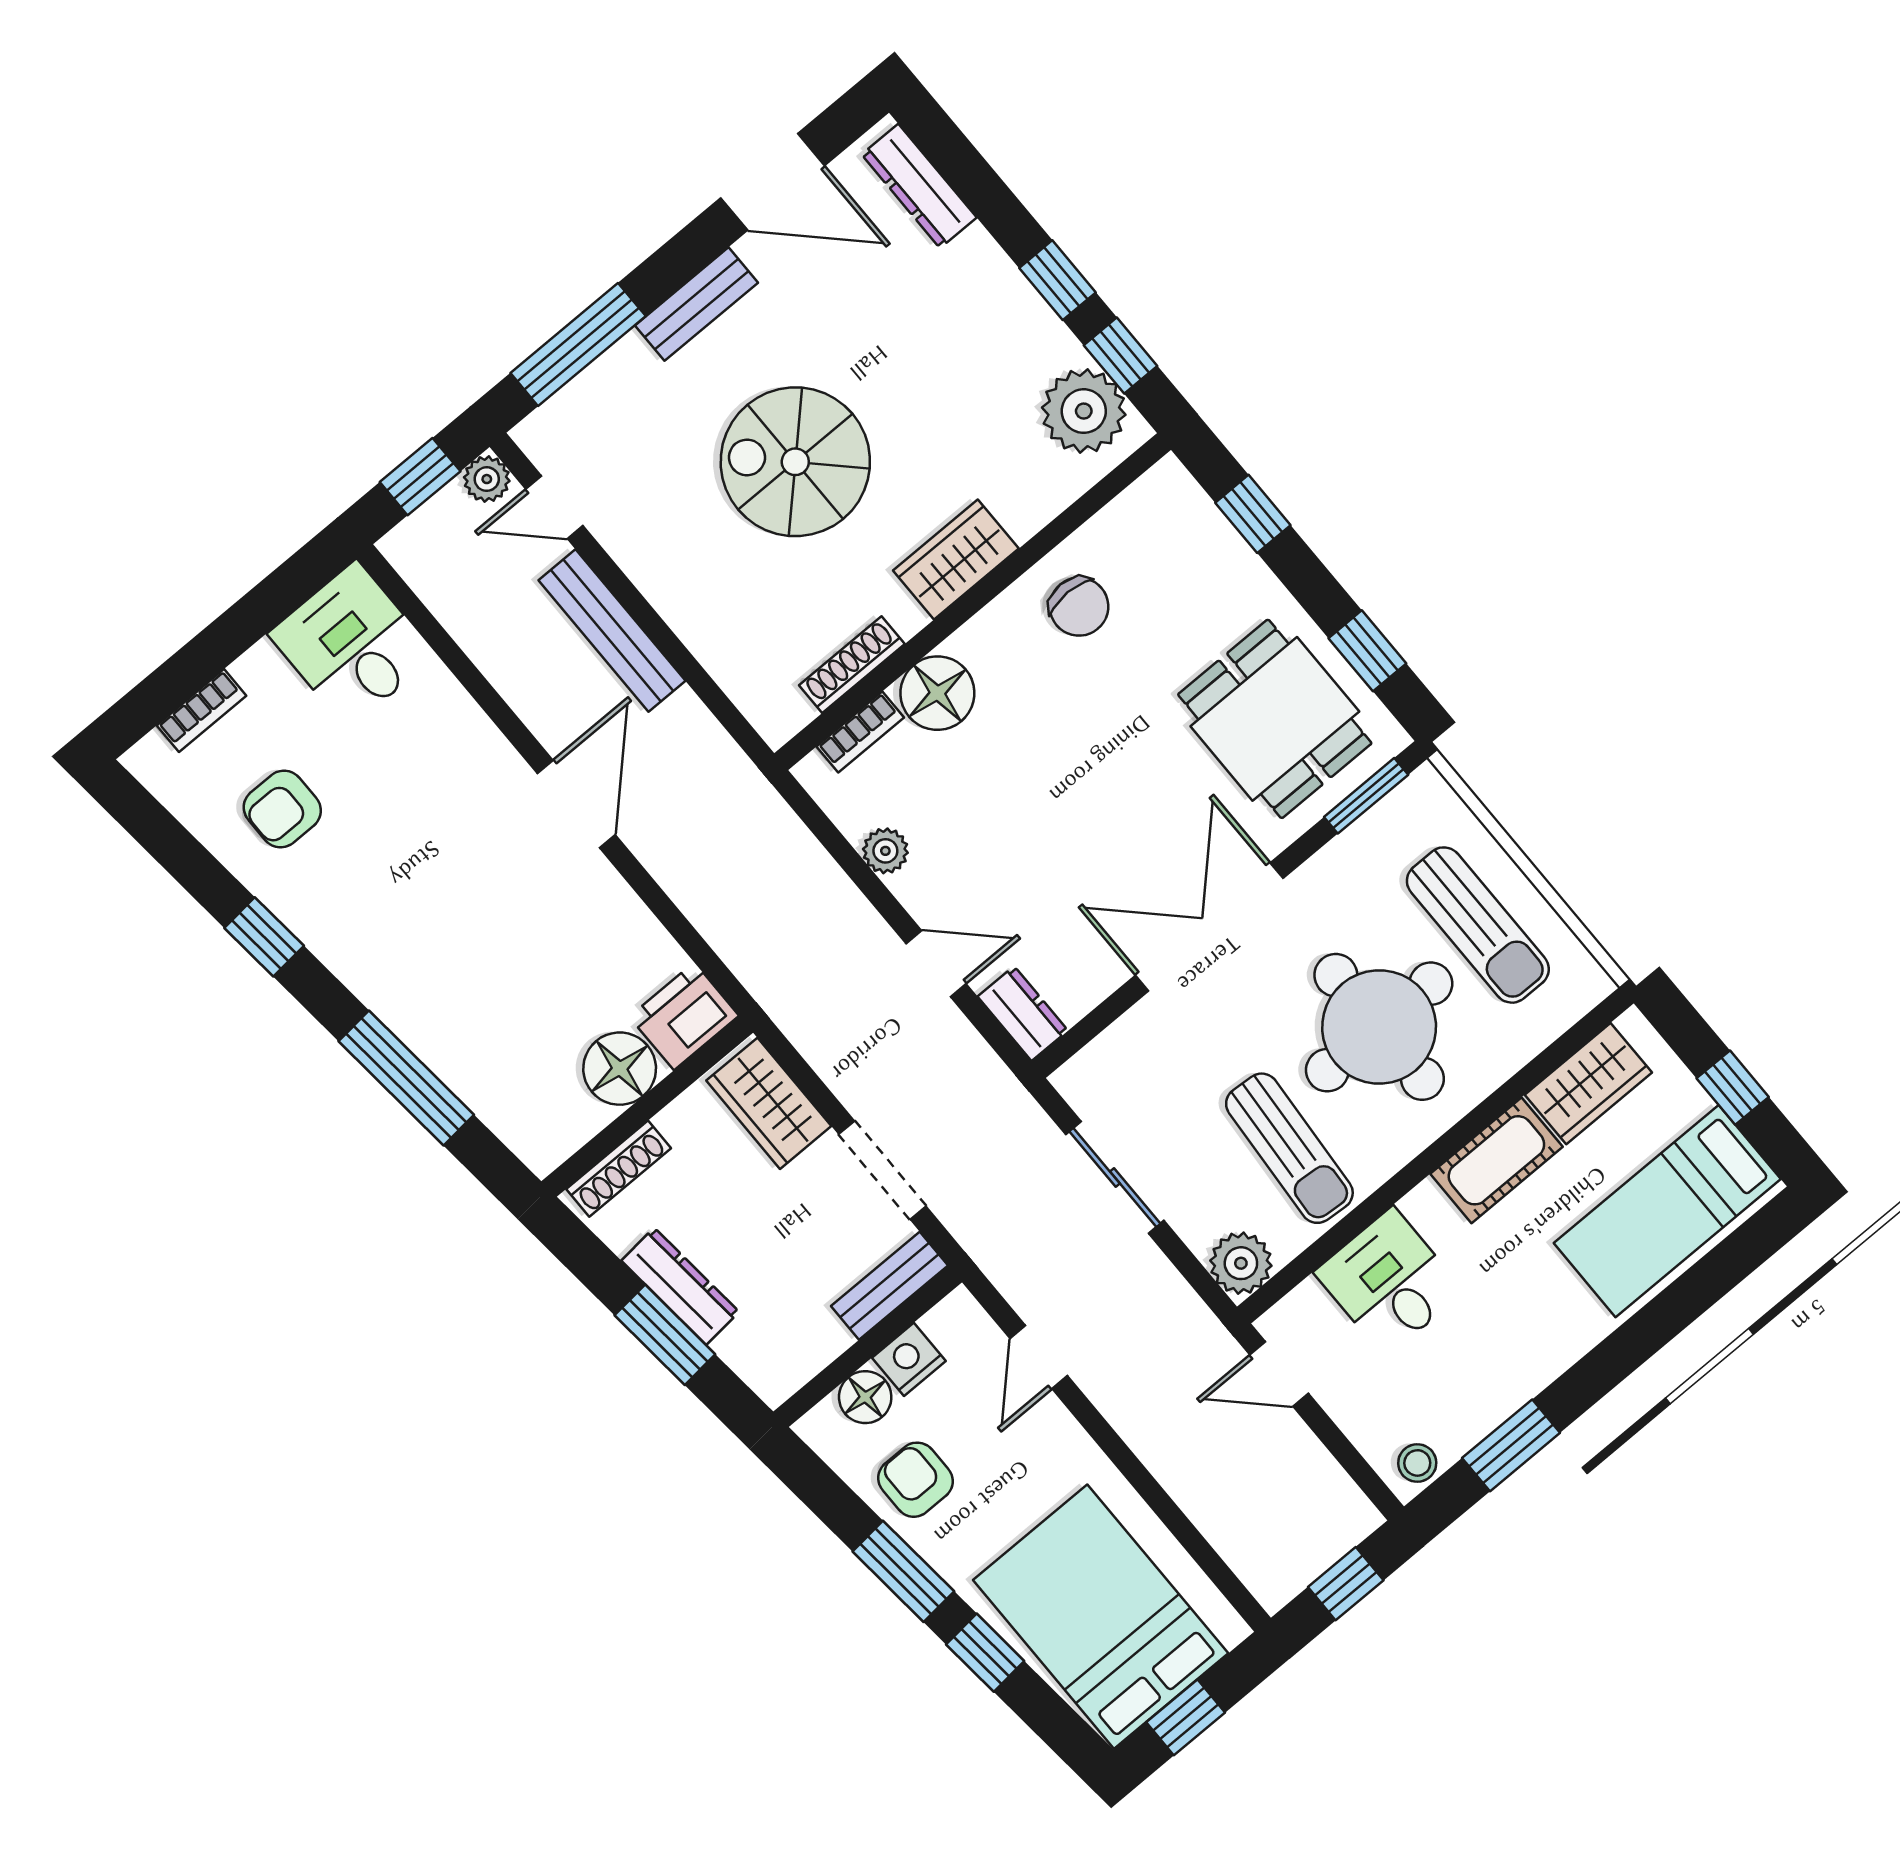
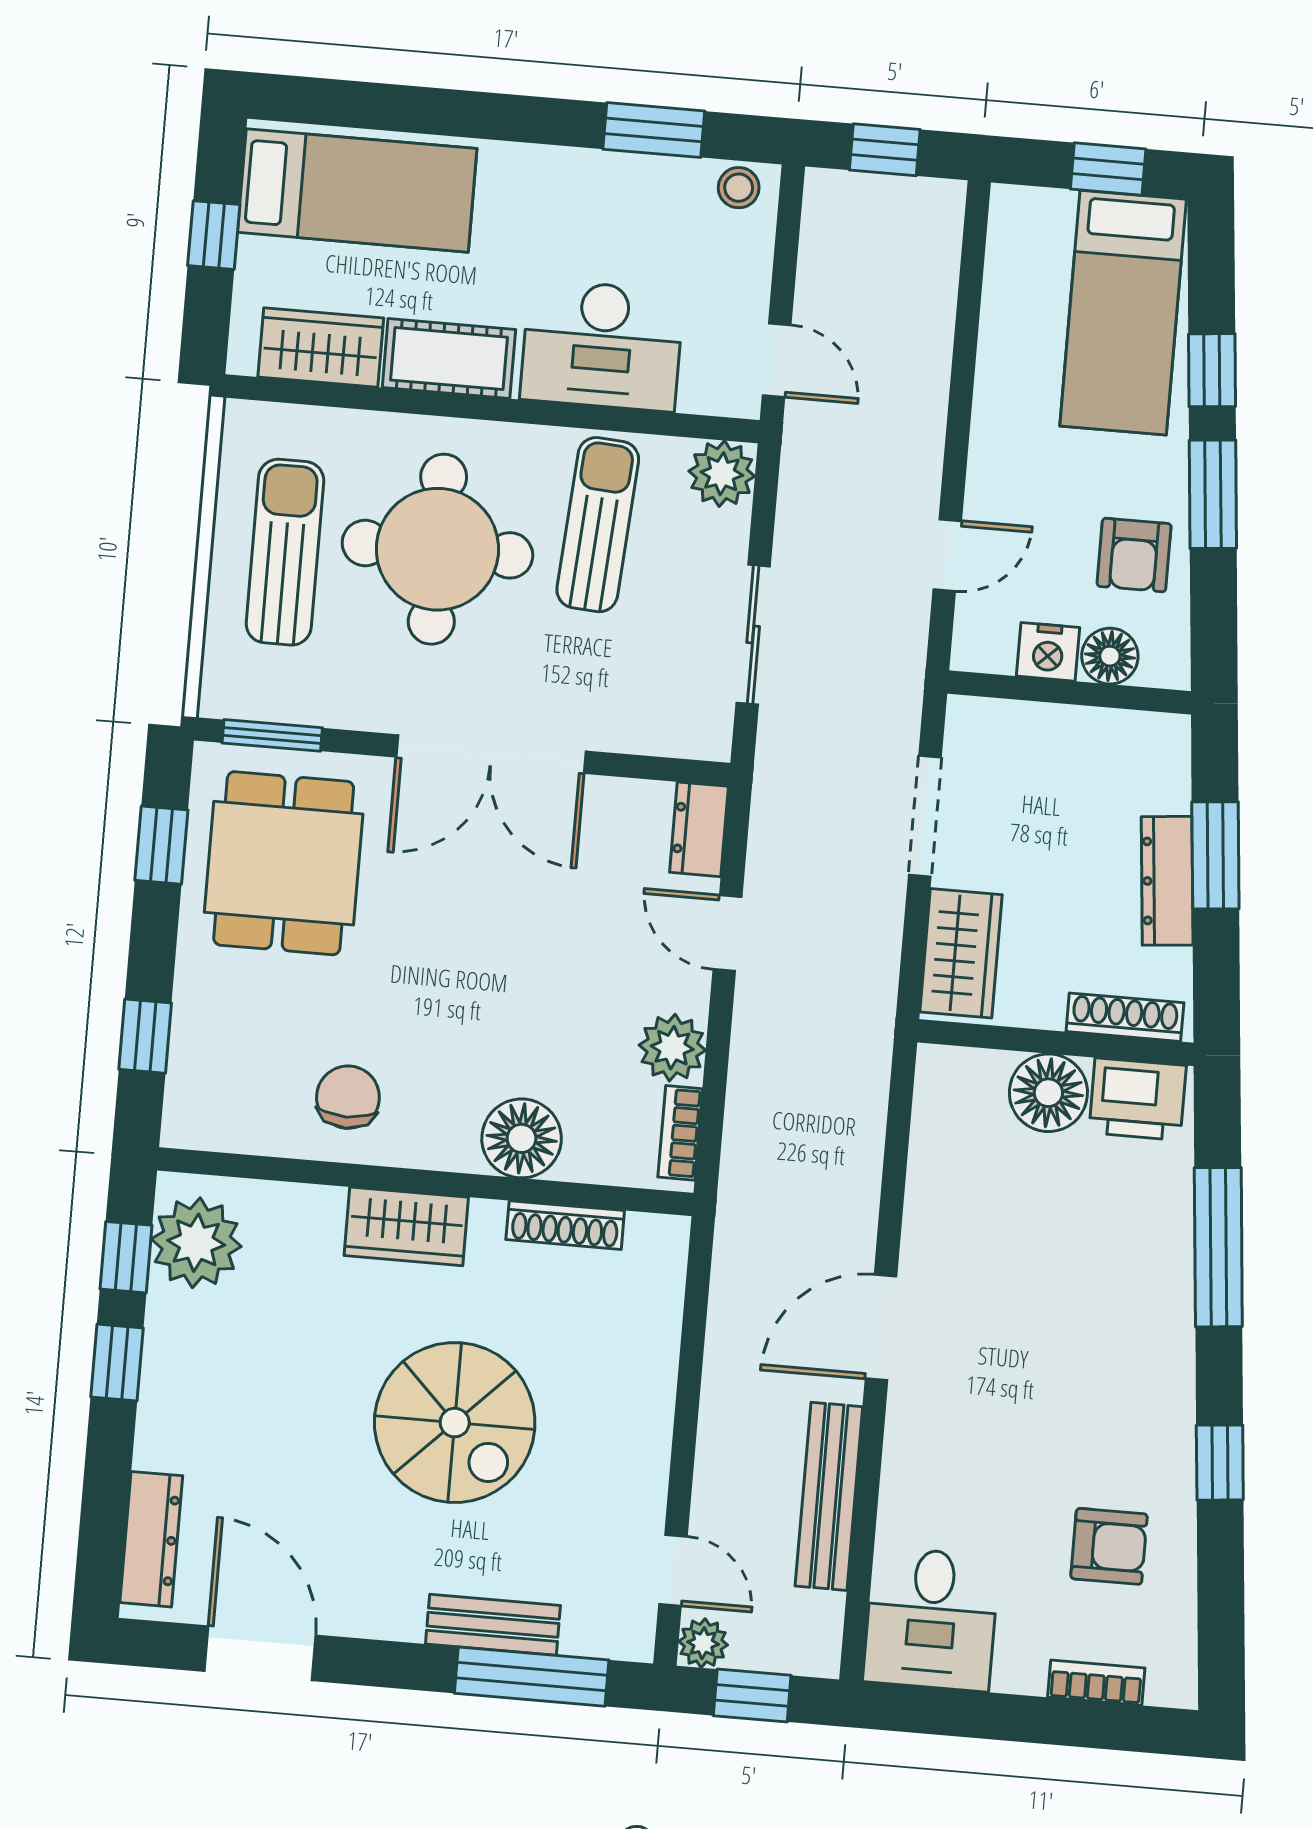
bench: (697, 304) -> (493, 1625), moved
bench: (612, 631) -> (829, 1496), moved
bookcase: (860, 732) -> (680, 1133), moved, turned -90
plant: (885, 851) -> (672, 1048), width x1.38, depth x1.38
printer: (684, 1016) -> (1138, 1099), moved
desk: (1389, 1282) -> (602, 345), width x1.37
bench: (889, 1286) -> (1007, 723), removed
bed: (1101, 1617) -> (1123, 313), width x0.67

